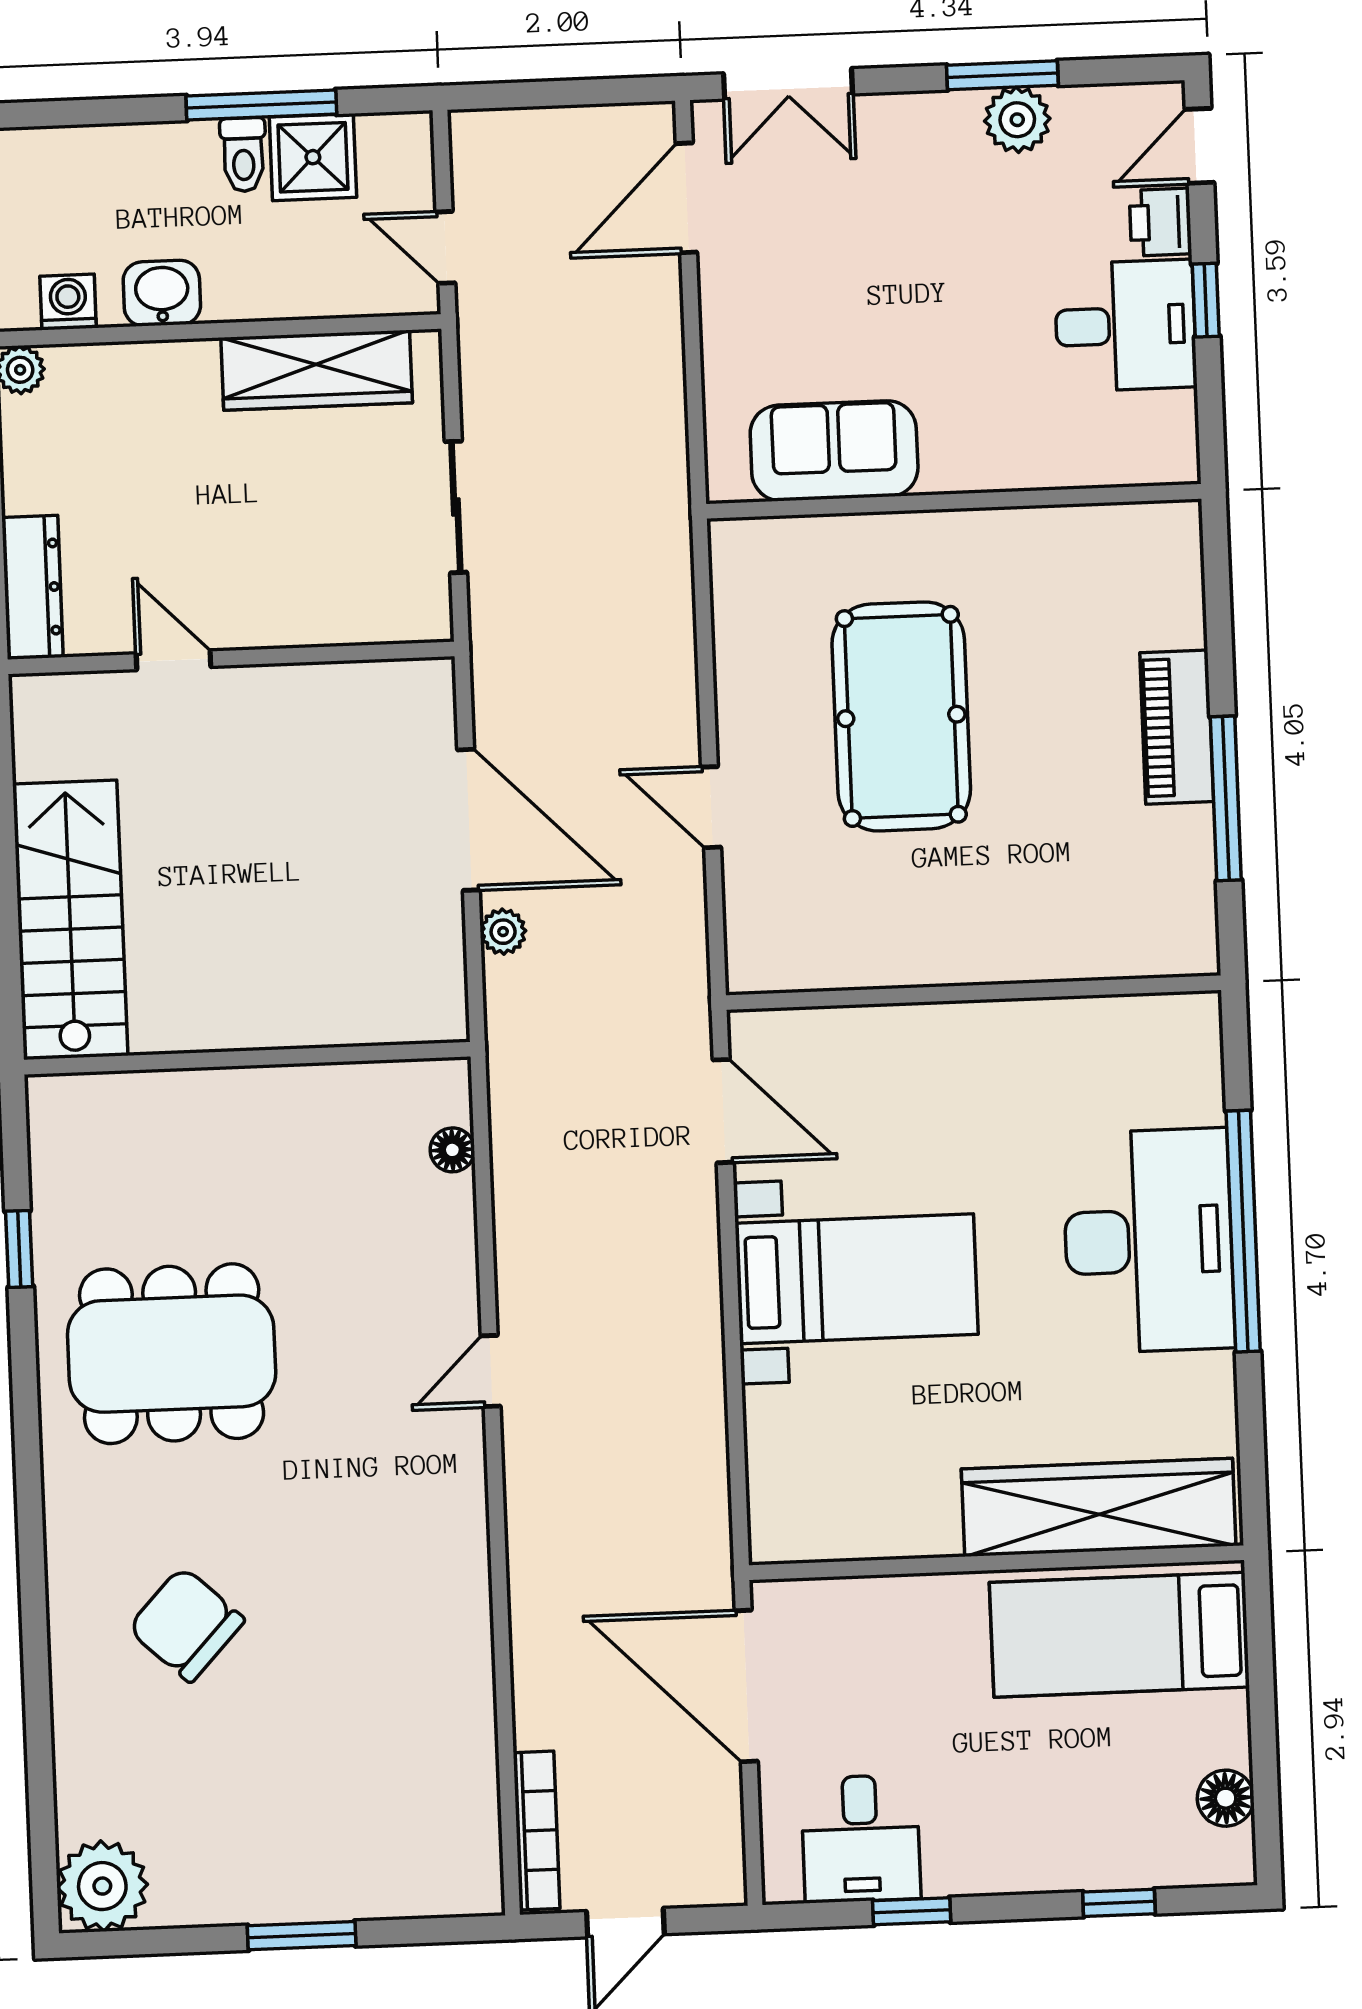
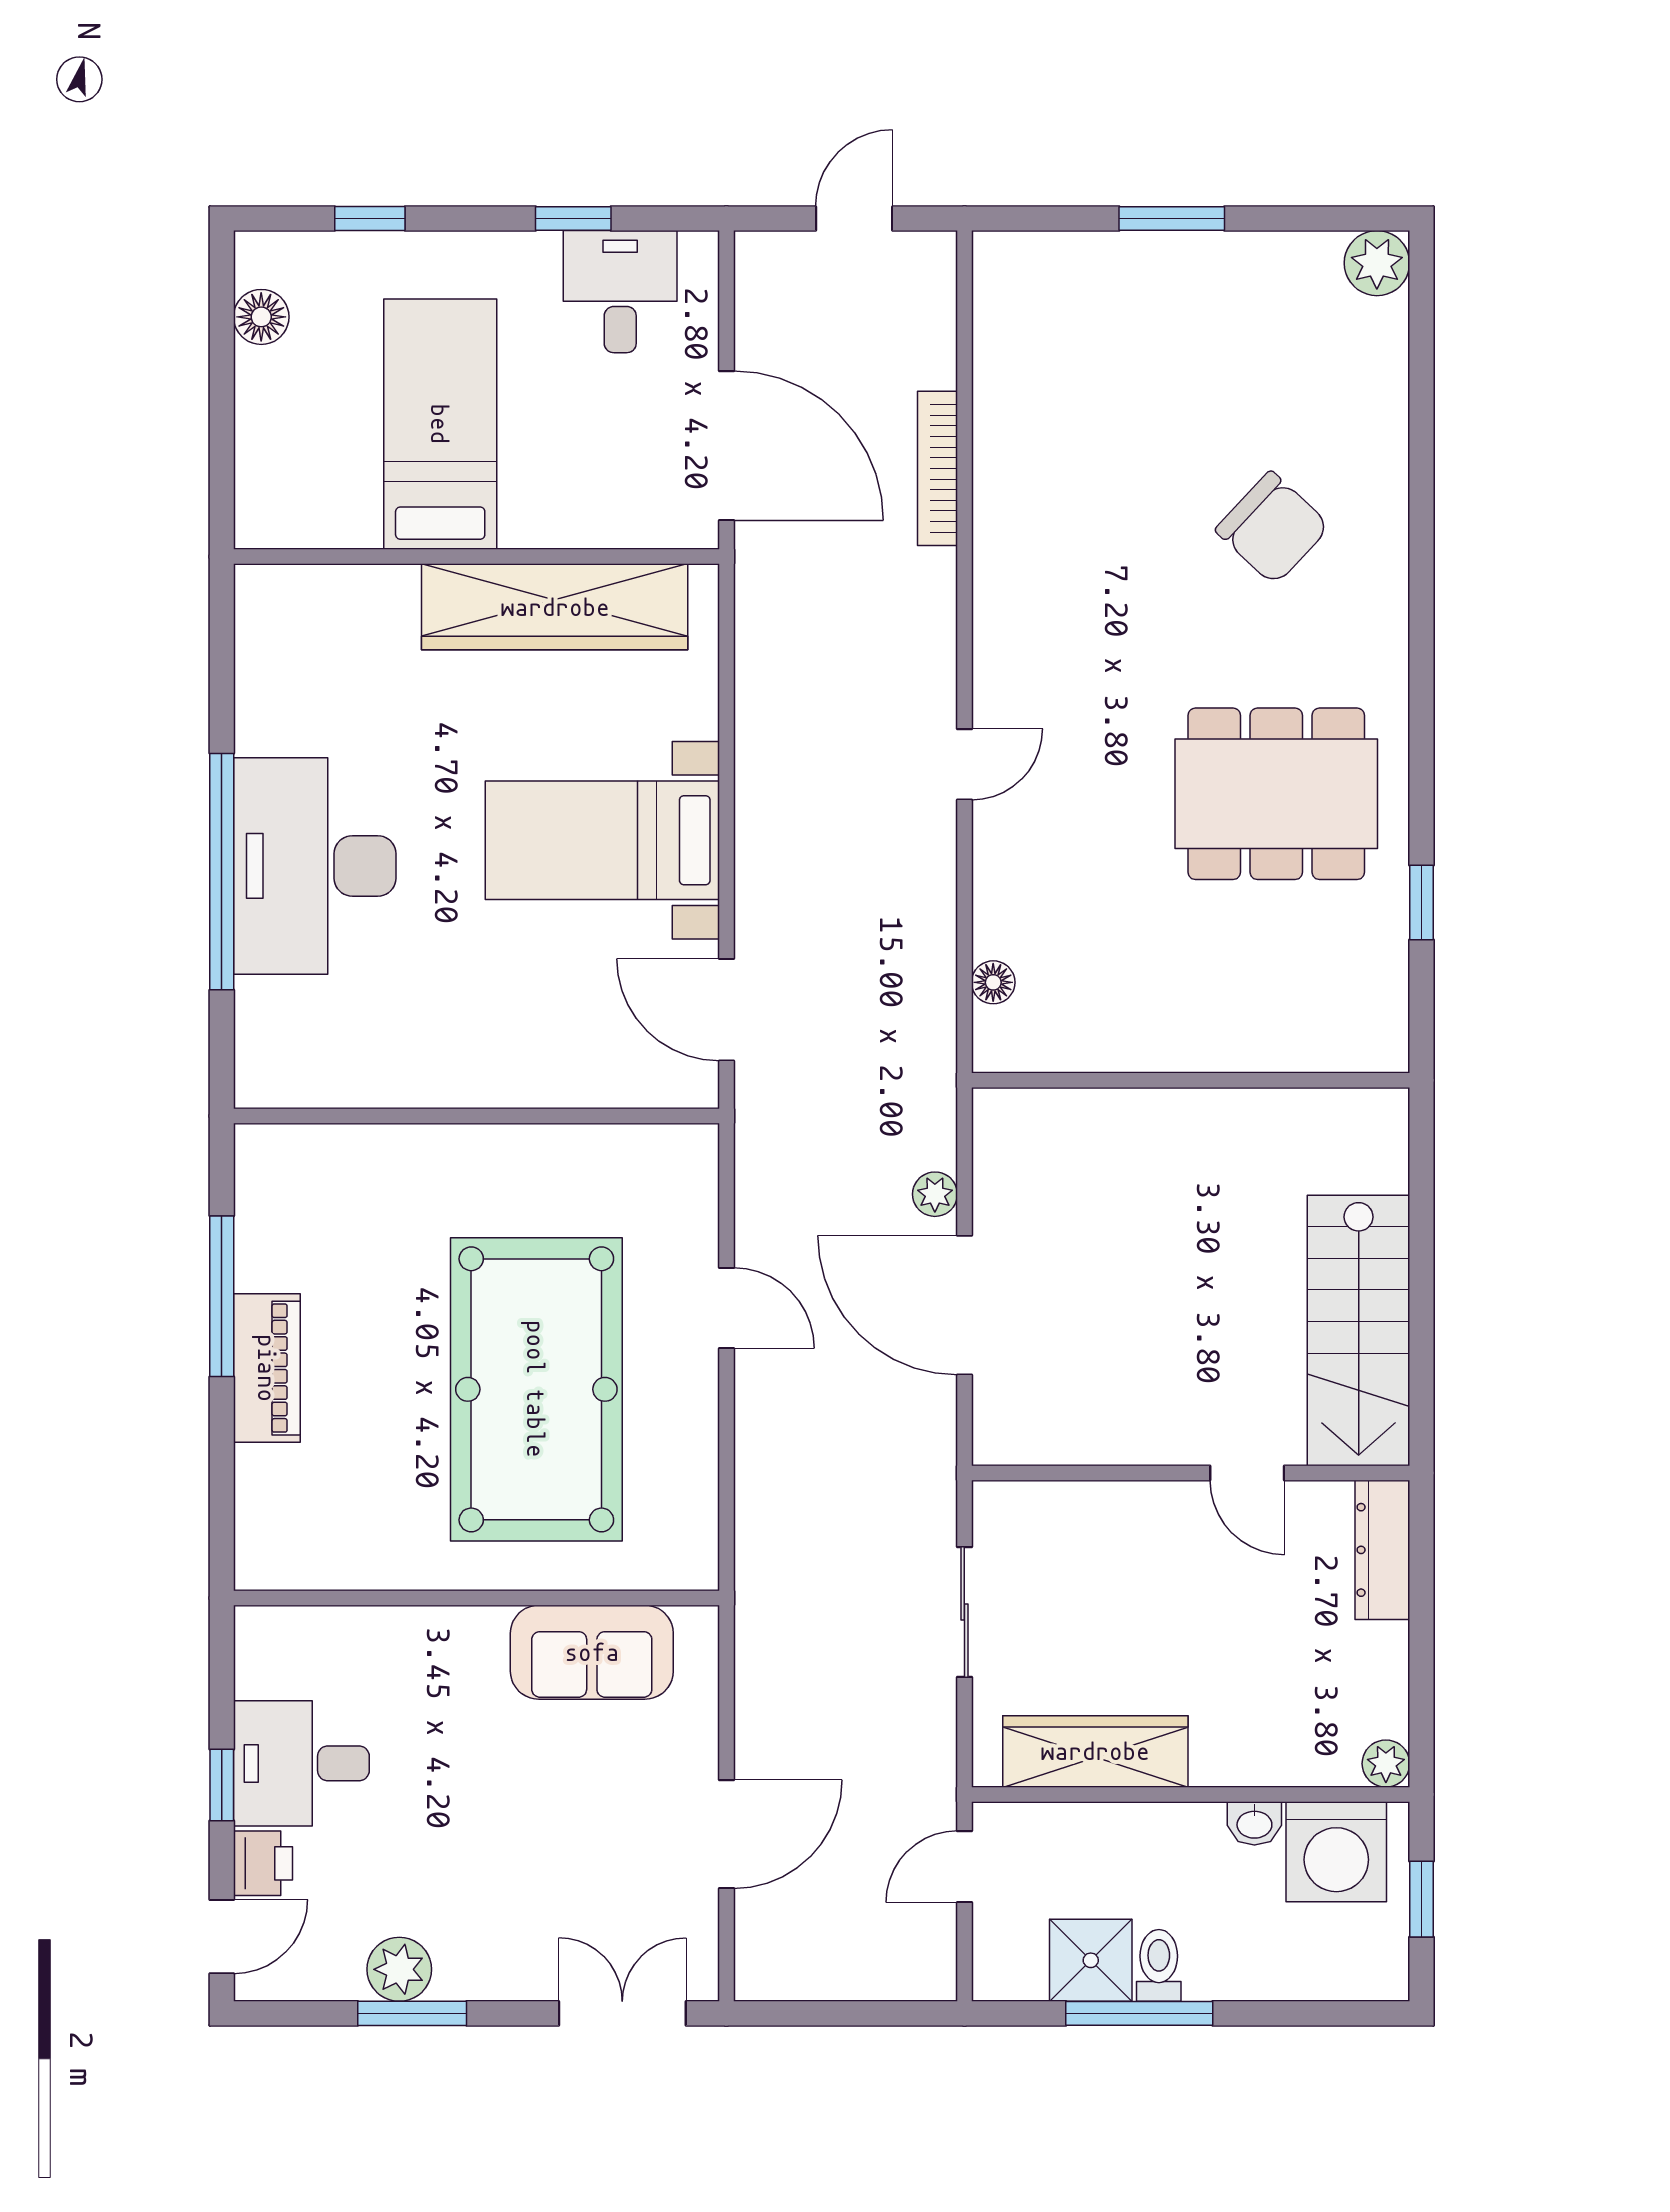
door: (686, 198) -> (726, 1834), moved
door: (445, 247) -> (964, 1867), swing flipped
washbasin: (162, 293) -> (1254, 1823), width x0.72, depth x0.69
washing machine: (68, 302) -> (1336, 1852), width x1.89, depth x1.89
pool table: (901, 716) -> (536, 1389), width x1.36, depth x1.32
stairs: (70, 920) -> (1359, 1331), moved
wardrobe: (1099, 1507) -> (555, 607), moved
bed: (1119, 1635) -> (440, 424), moved, turned -90
bookcase: (537, 1831) -> (938, 468), moved
plant: (102, 1886) -> (1377, 263), width x0.73, depth x0.73

